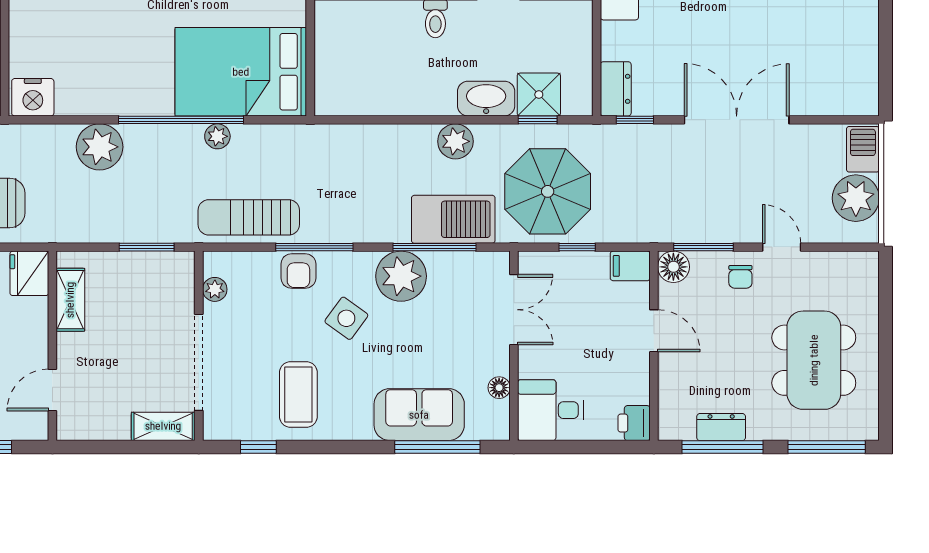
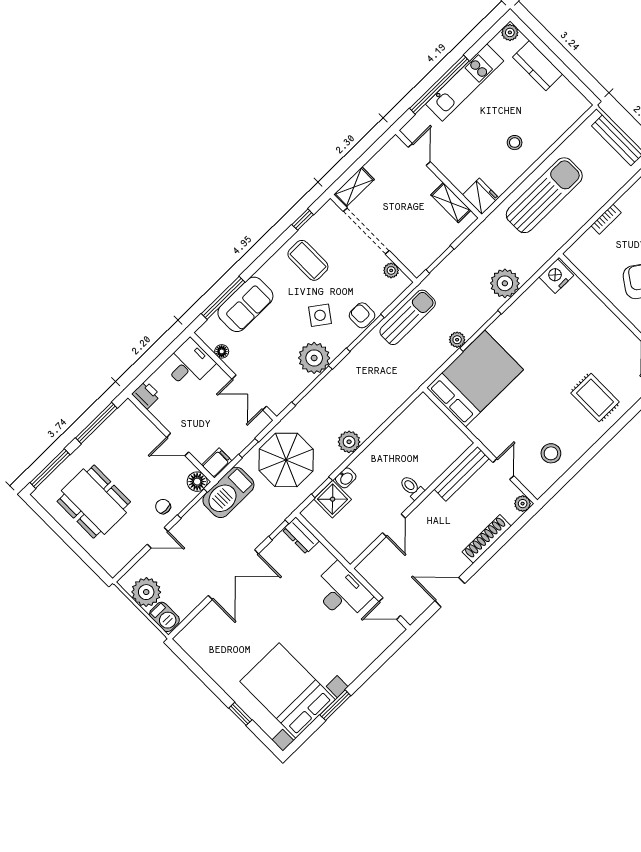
washbasin: (486, 99) -> (346, 478), width x0.52, depth x0.69
window: (181, 120) -> (481, 331), width x0.68
barbecue: (453, 219) -> (228, 492), moved
dresser: (721, 427) -> (106, 431), removed

